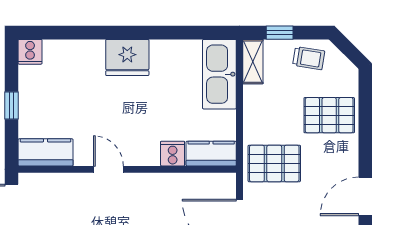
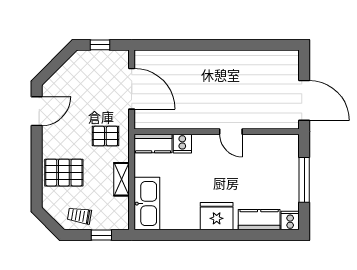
shelving: (253, 62) -> (122, 179), moved
window: (12, 106) -> (304, 180), width x2.17
kitchen counter: (46, 152) -> (259, 220), moved, turned 180
pallet: (274, 163) -> (105, 136), width x0.67, depth x0.71

